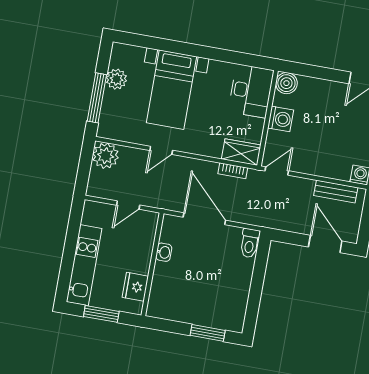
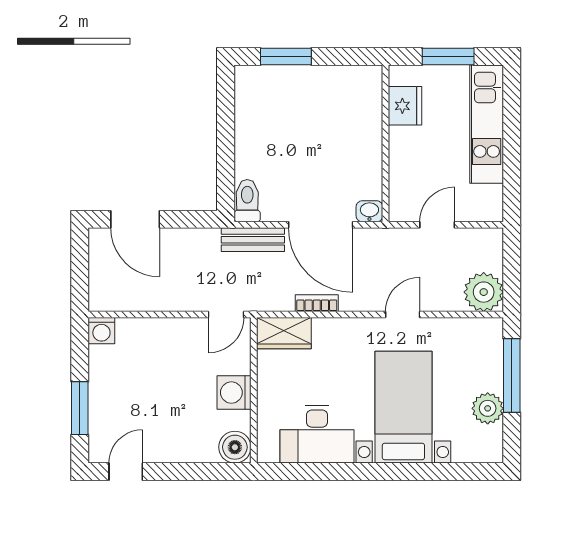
desk: (251, 91) -> (317, 434), moved, turned -90
bookcase: (233, 171) -> (317, 303), moved
bench: (336, 192) -> (253, 240), moved
washbasin: (164, 252) -> (369, 211), moved, turned 90

